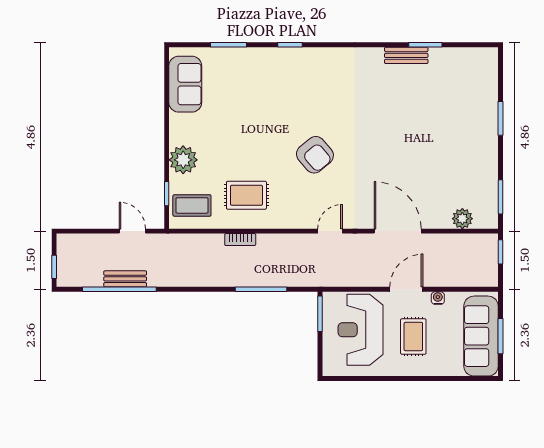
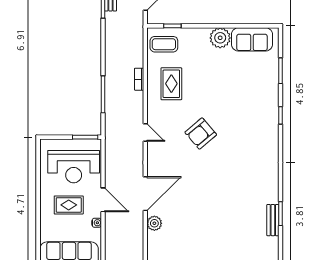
bench: (406, 55) -> (273, 220), moved
plant: (183, 160) -> (220, 38), moved
coffee table: (192, 205) -> (164, 44), turned 90
plant: (462, 219) -> (154, 223), moved
door: (330, 231) -> (145, 133), moved
reception desk: (361, 330) -> (74, 167), turned 180

